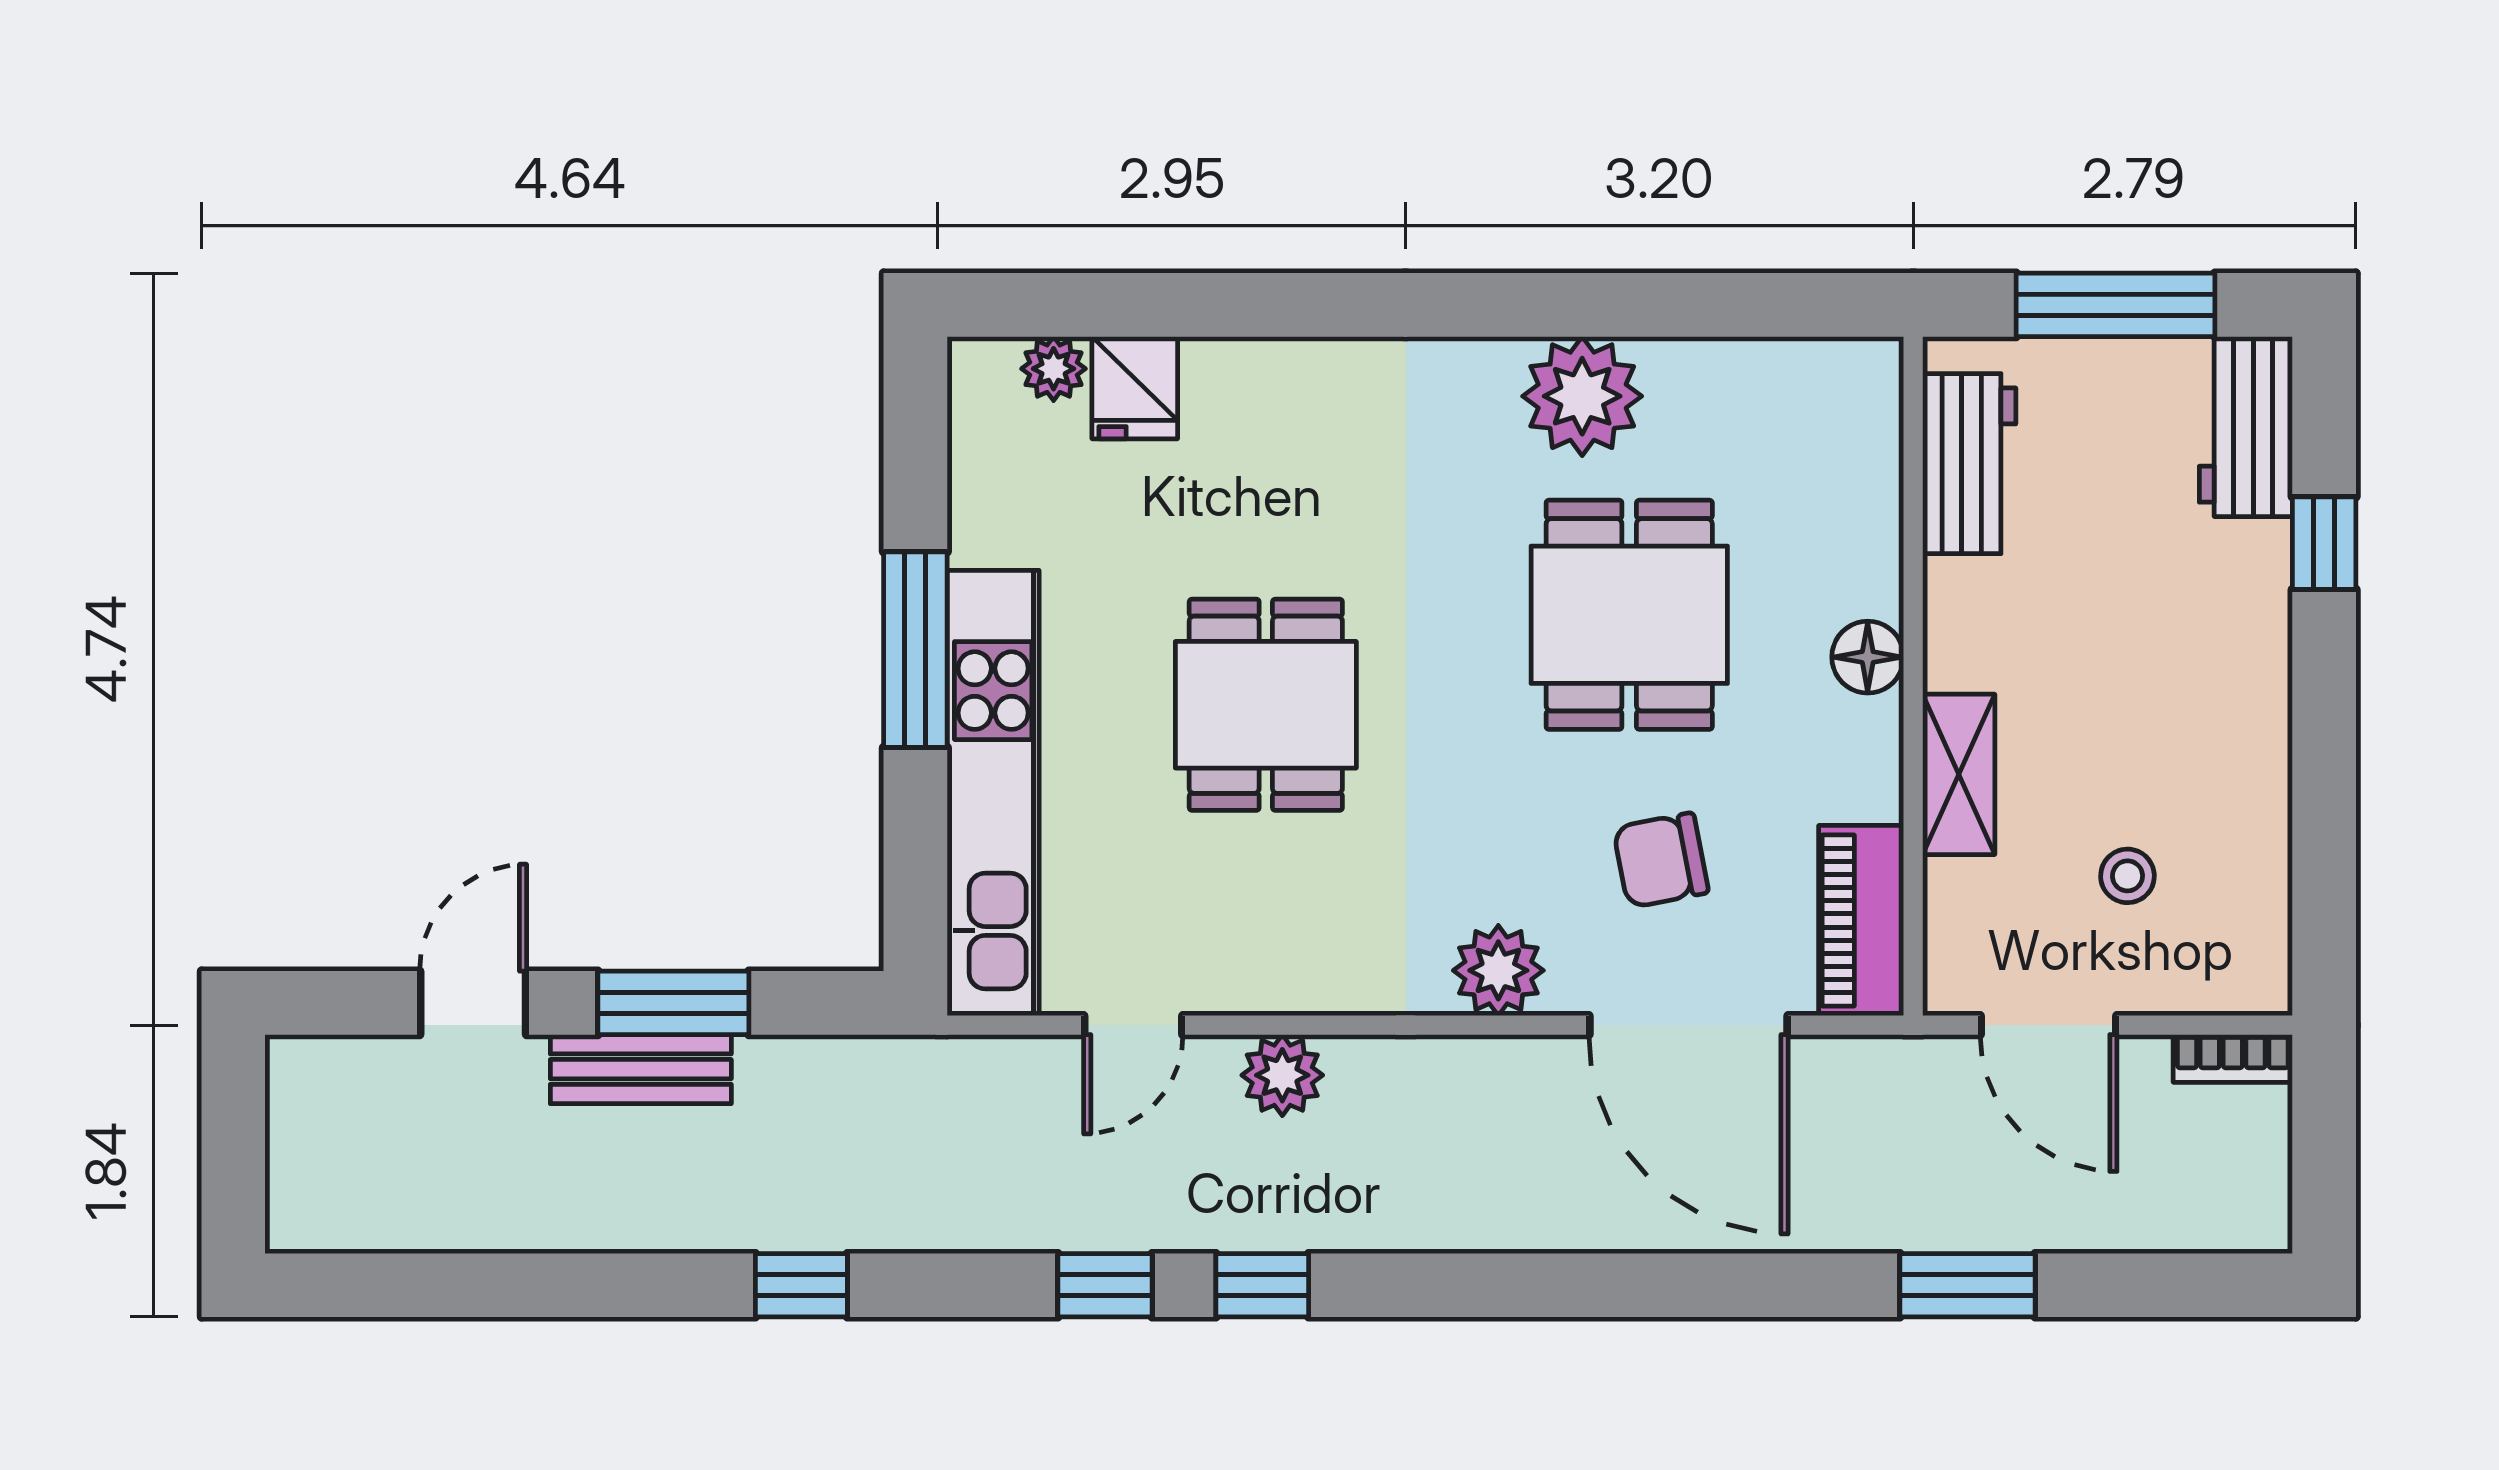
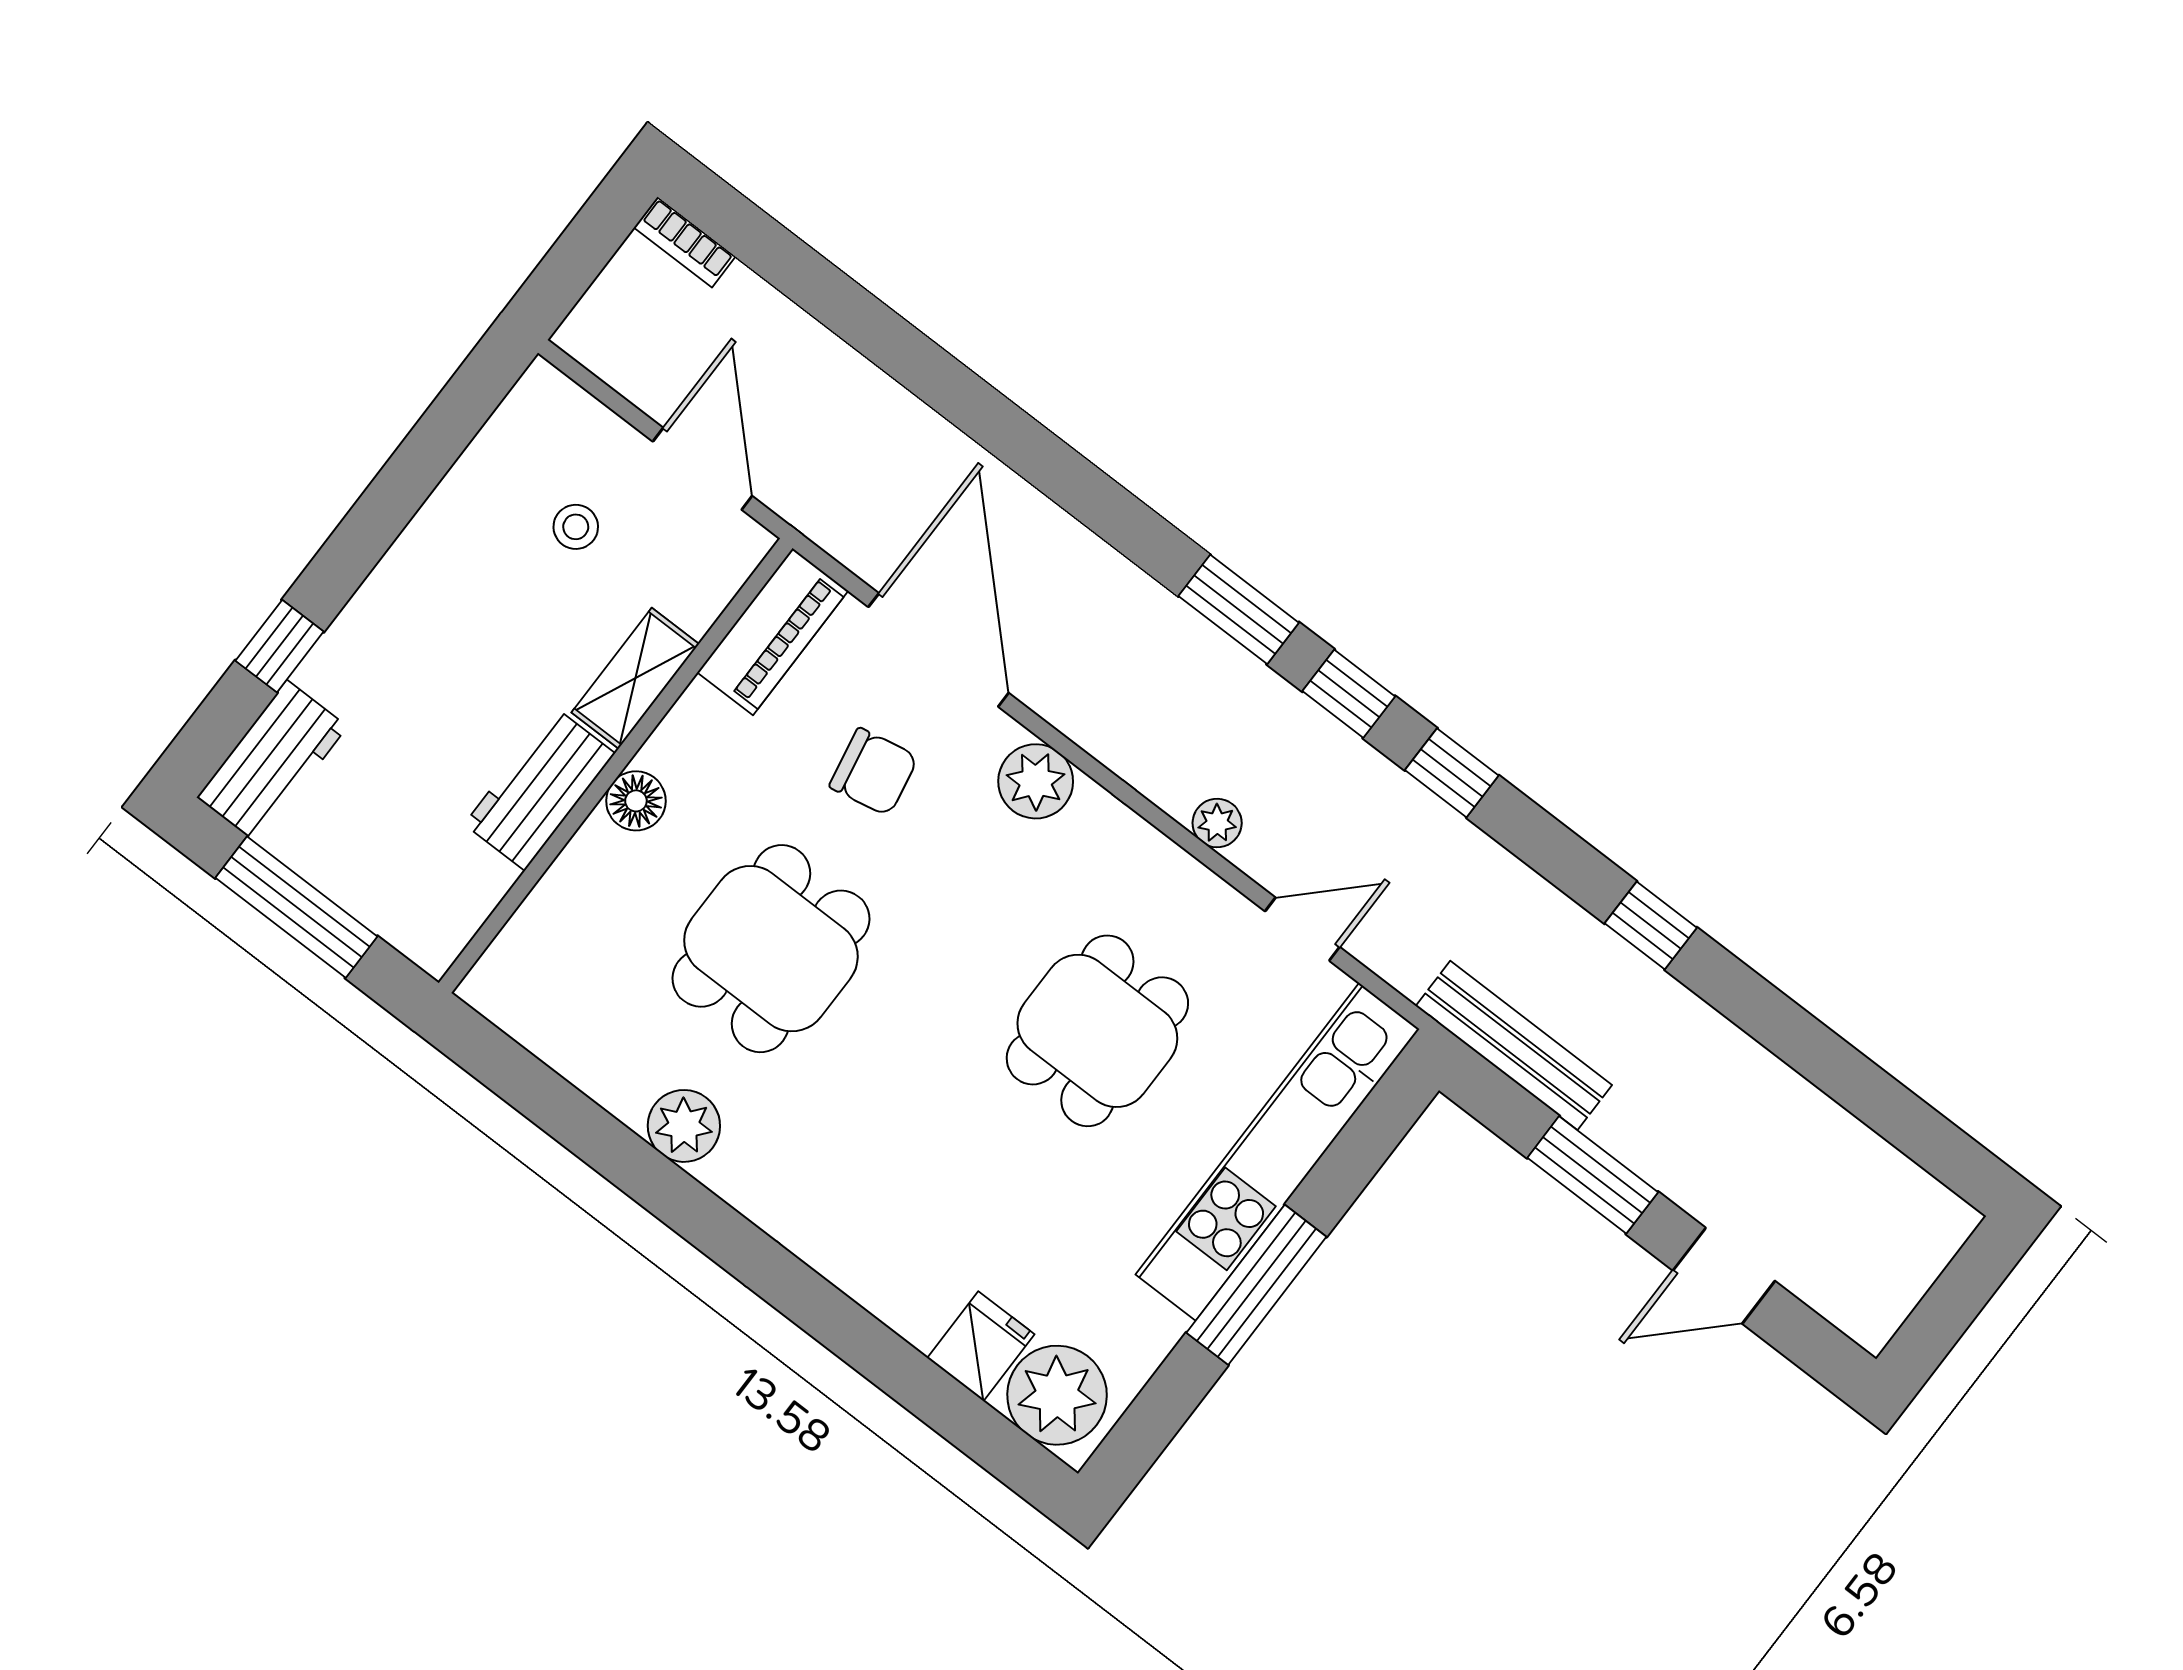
plant: (1054, 369) -> (1057, 1395), width x1.88, depth x1.88
plant: (1582, 396) -> (684, 1126), width x0.73, depth x0.73
workbench: (1969, 464) -> (540, 789), moved
dining table: (1266, 705) -> (1097, 1031), moved
bookcase: (2233, 1058) -> (685, 242), moved, turned 180
bench: (641, 1069) -> (1514, 1045), moved, width x1.36
plant: (1282, 1075) -> (1217, 823), width x0.73, depth x0.73
window: (1968, 1285) -> (1239, 609), moved

